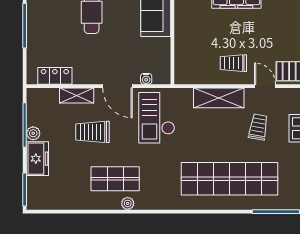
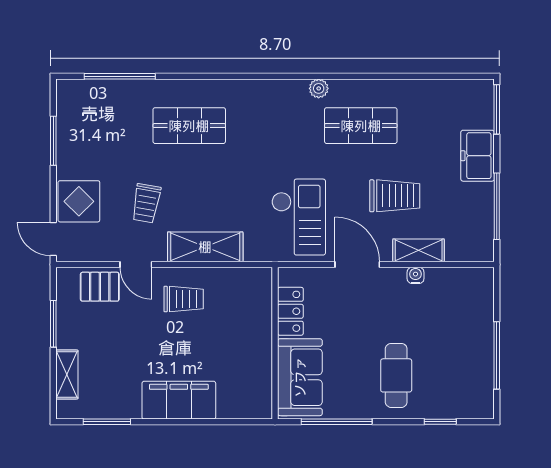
locker: (55, 76) -> (290, 311), moved, turned -90
water cooler: (146, 79) -> (416, 275), moved
plant: (33, 133) -> (484, 194), removed
shop shelf: (230, 179) -> (189, 126), width x0.50, depth x0.74
plant: (128, 203) -> (319, 88), moved

